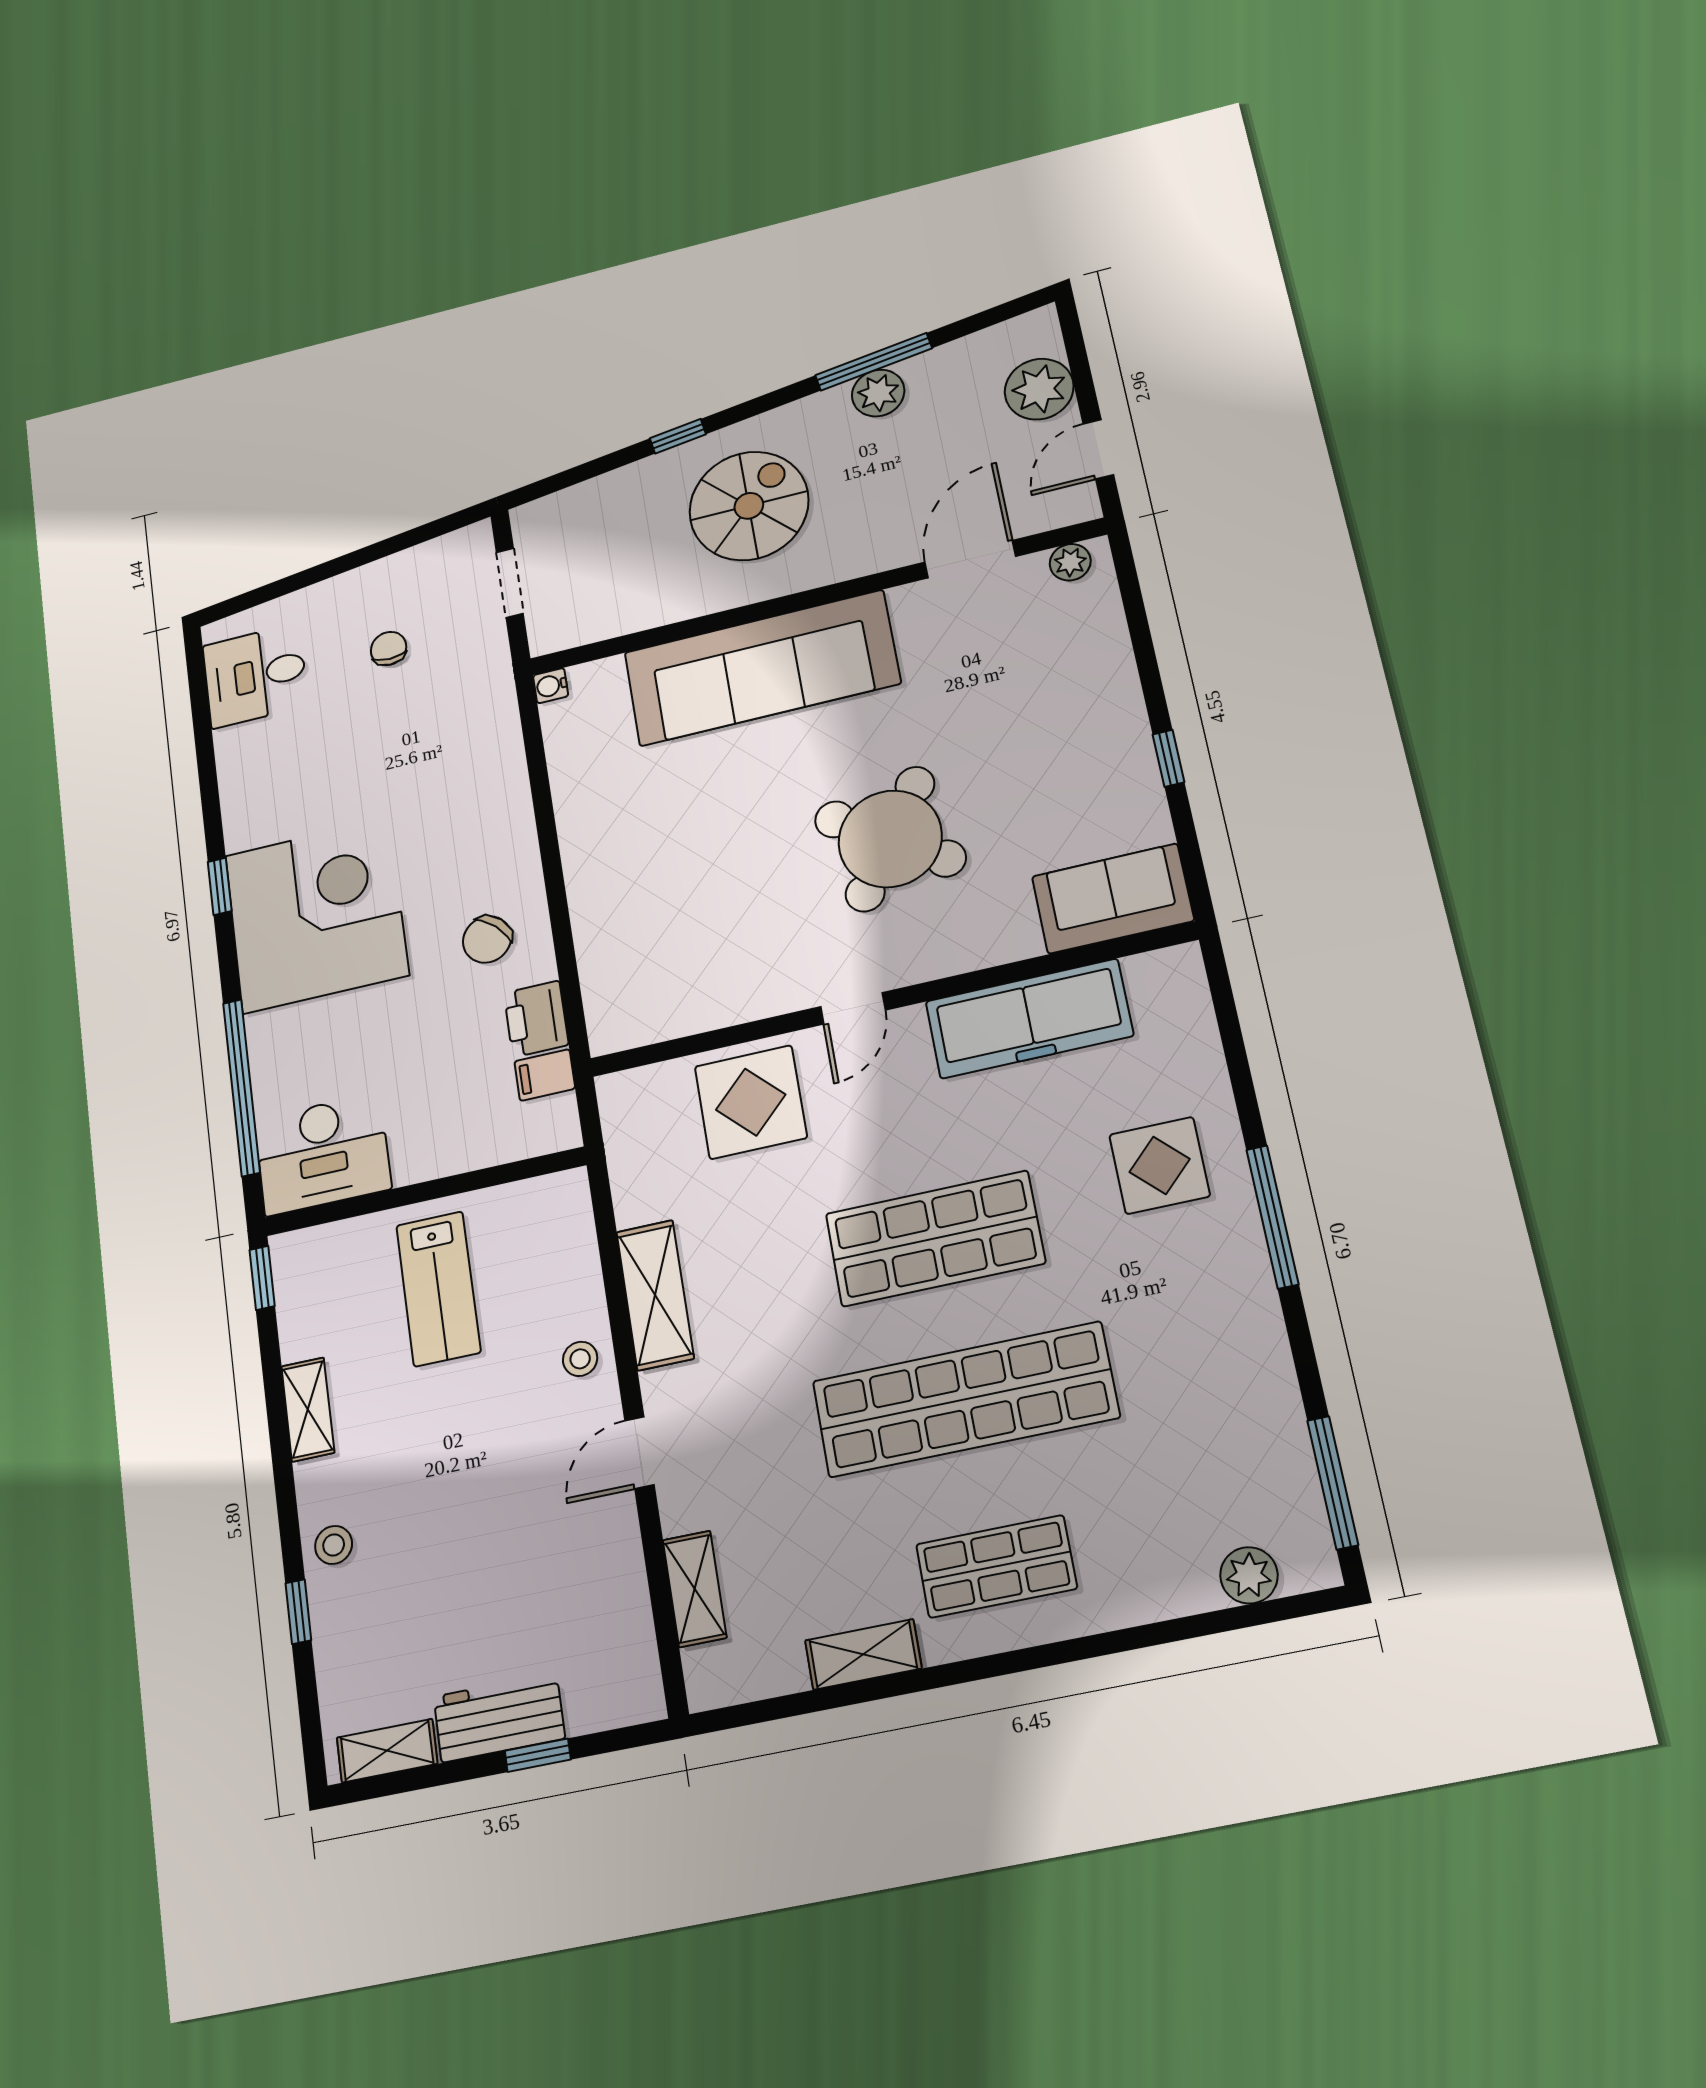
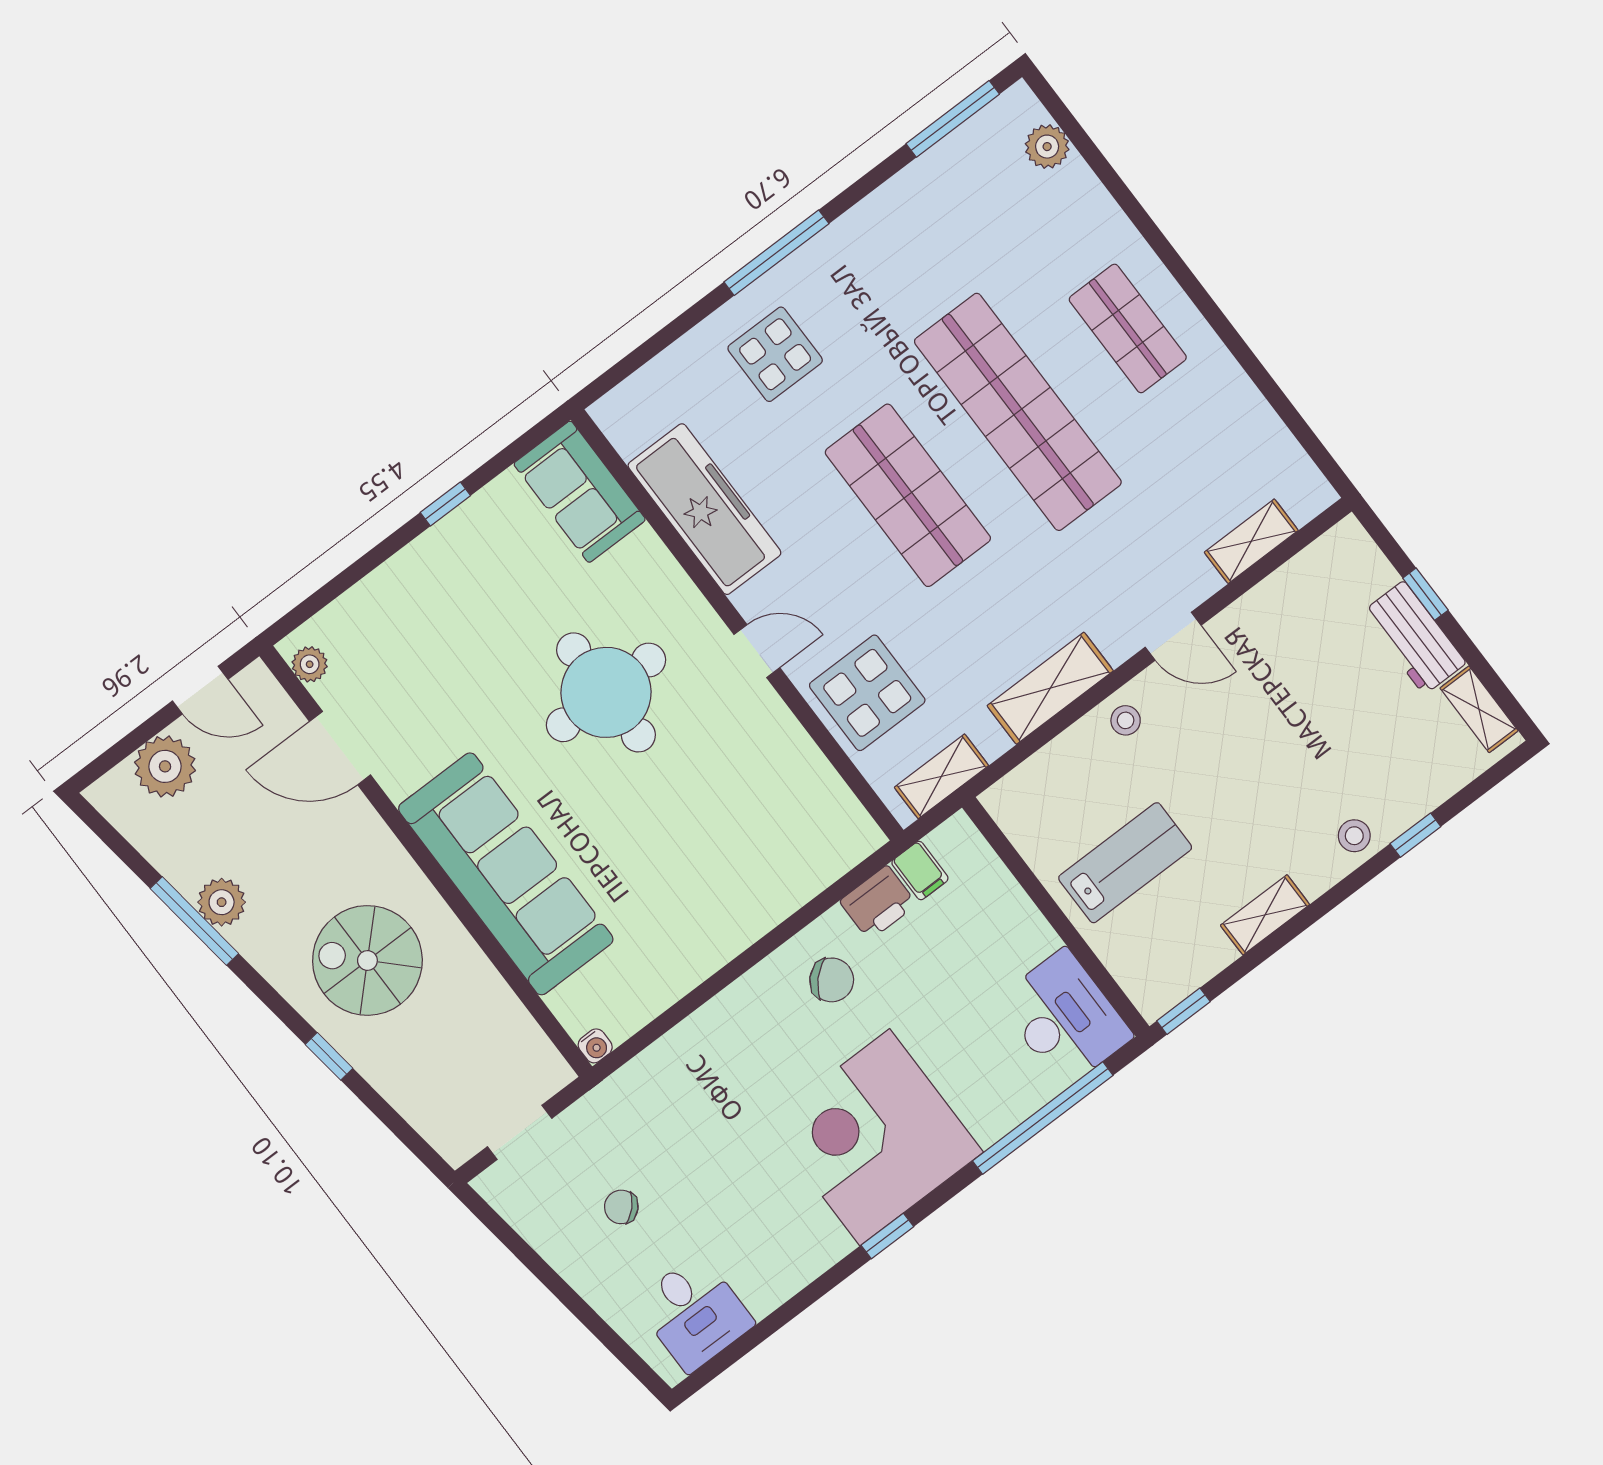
chair: (389, 648) -> (621, 1207), turned 45
round table: (890, 839) -> (606, 692), turned -34
shelving: (863, 1654) -> (941, 776), moved, turned 90

